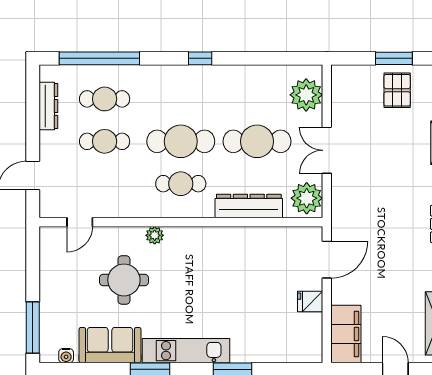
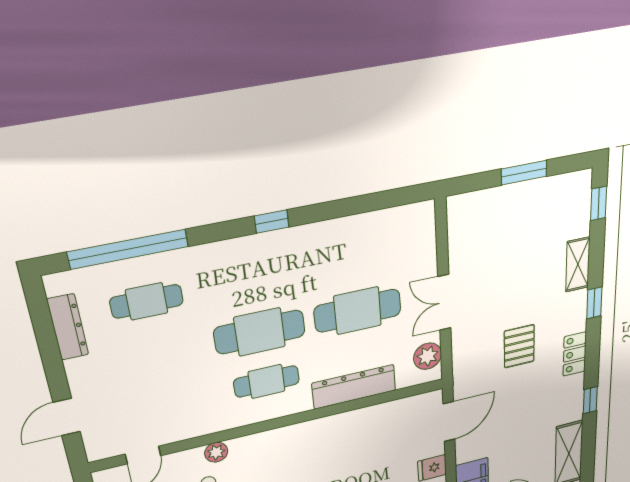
pallet: (397, 90) -> (519, 346), moved
plant: (306, 95) -> (416, 241), removed
cafe table: (105, 141) -> (157, 354), removed
plant: (307, 198) -> (428, 356), width x0.73, depth x0.73
plant: (155, 235) -> (216, 452), moved

